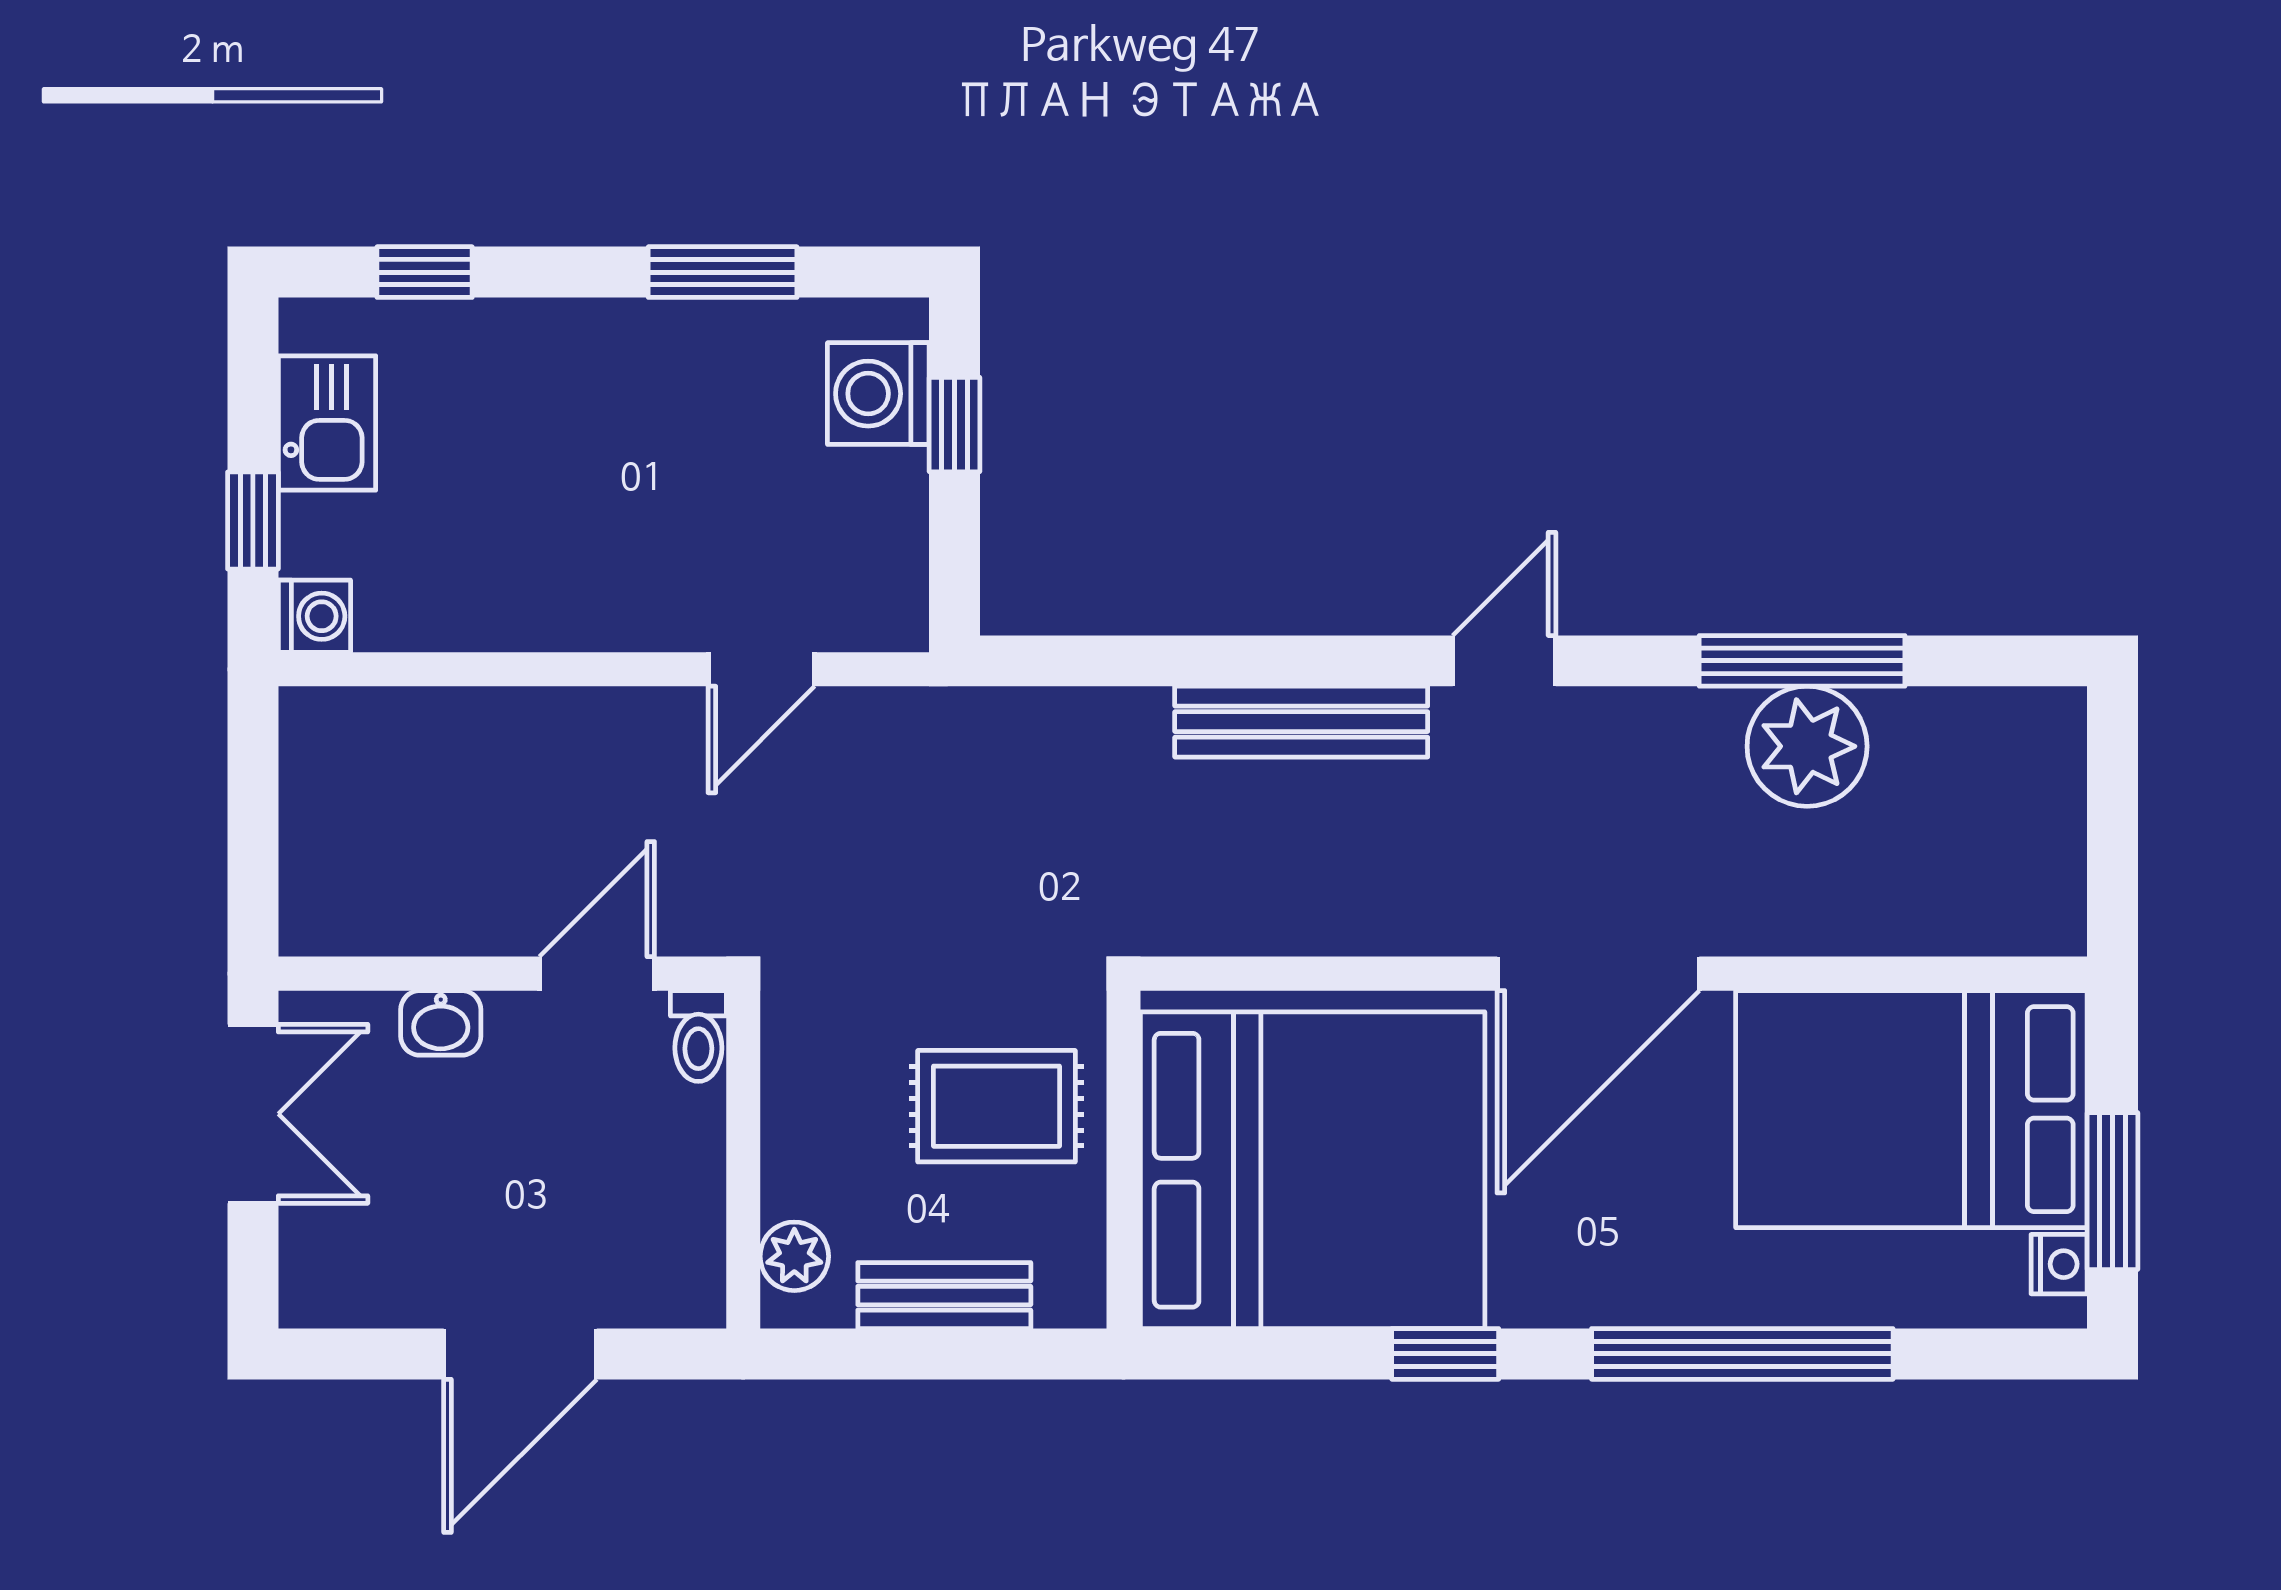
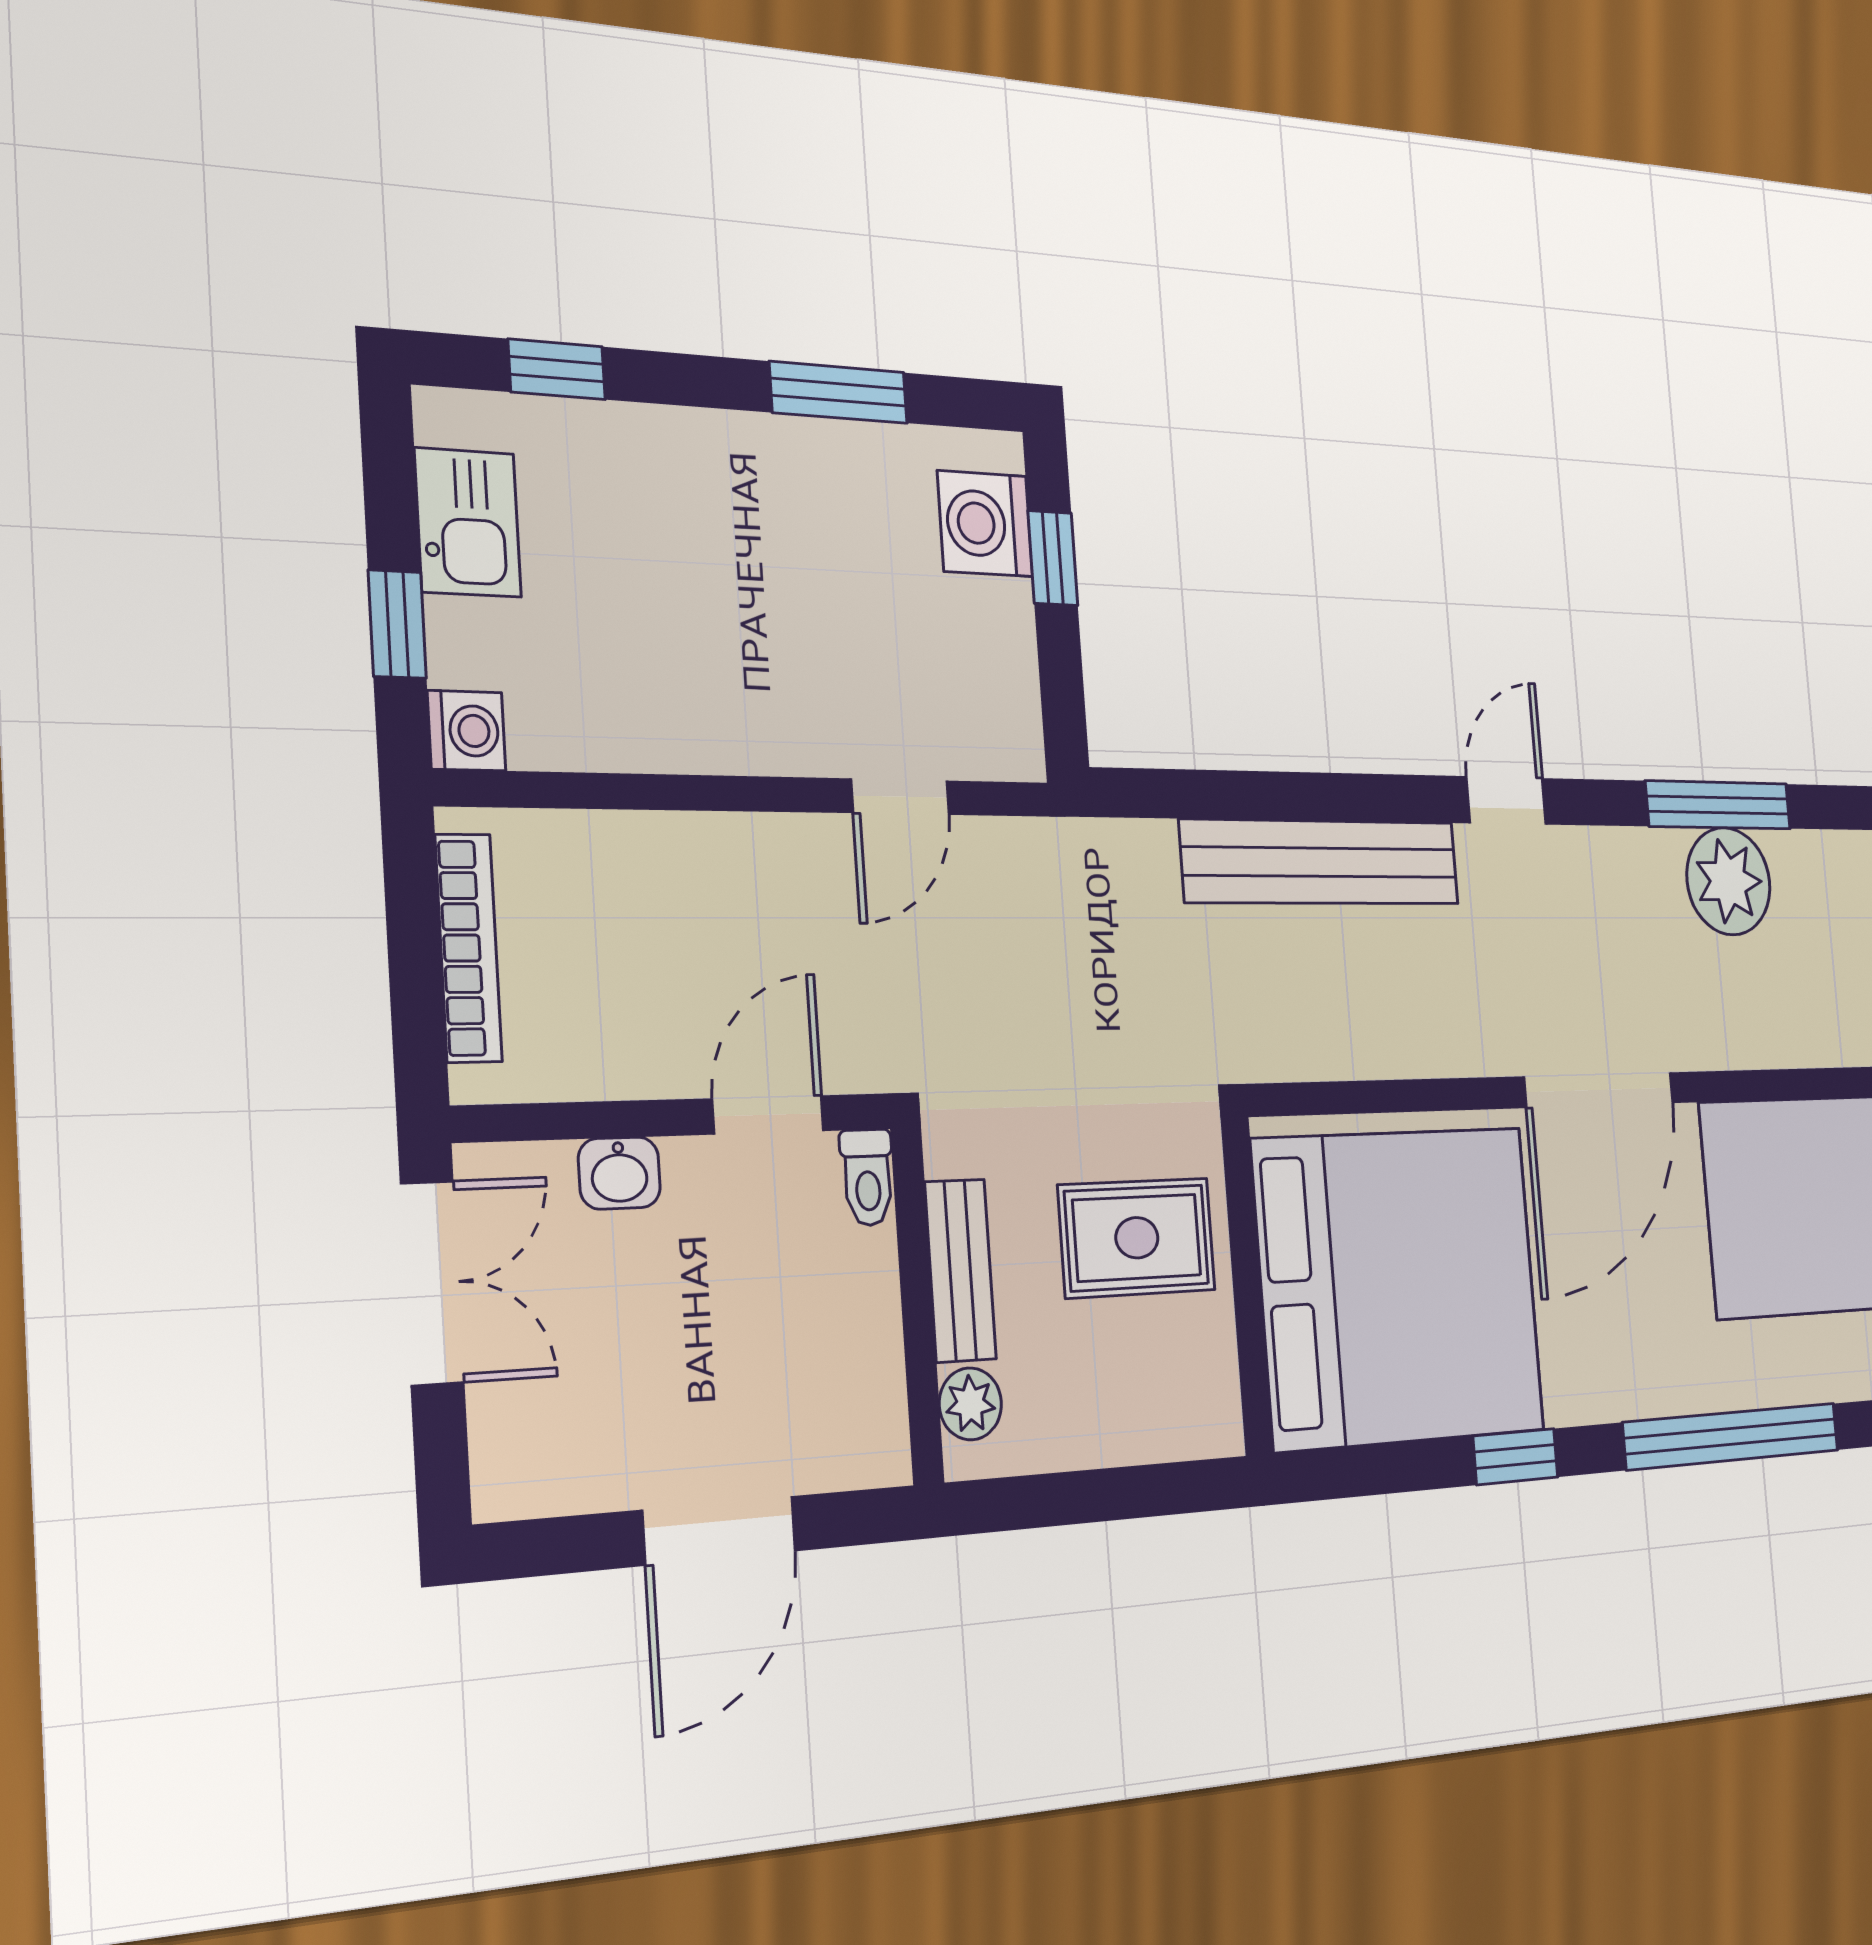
bench: (1301, 722) -> (1321, 862), width x1.37, depth x1.21
bookcase: (305, 815) -> (468, 948), added
bench: (944, 1296) -> (960, 1270), moved, turned 90

